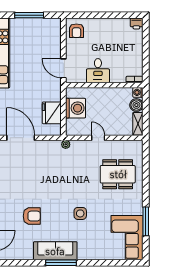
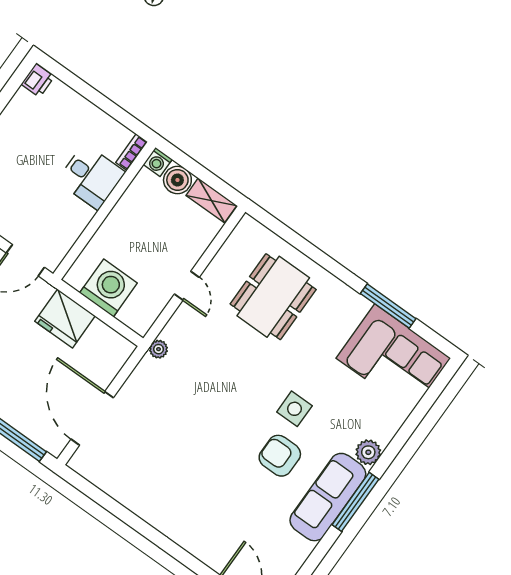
desk: (98, 71) -> (91, 177), moved
fridge: (52, 113) -> (65, 319), moved
door: (21, 138) -> (92, 418), hinge flipped
door: (98, 138) -> (187, 286), swing flipped
armchair: (32, 216) -> (280, 456), moved, turned -90
plant: (84, 254) -> (368, 452), added

